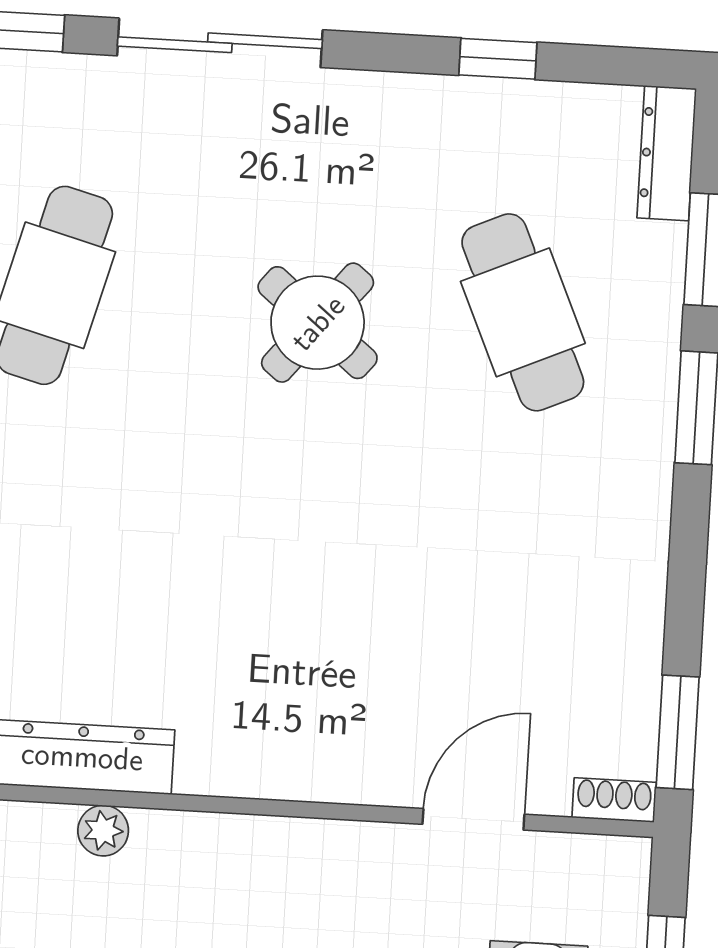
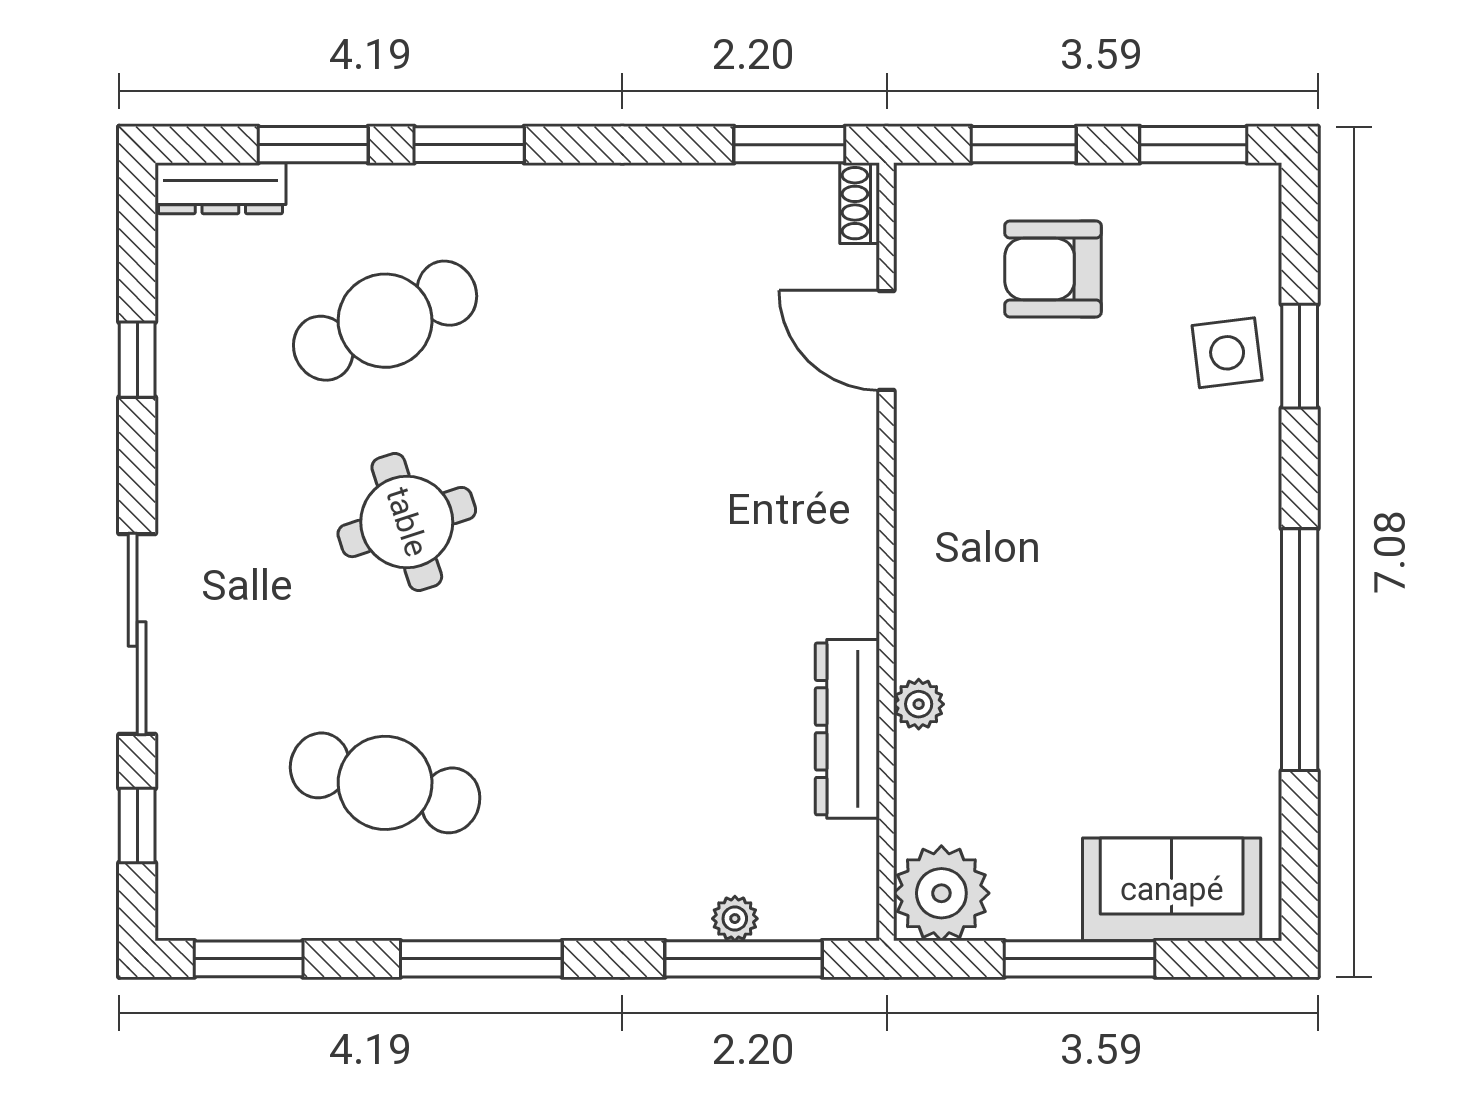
round table: (318, 323) -> (407, 522), turned 33

